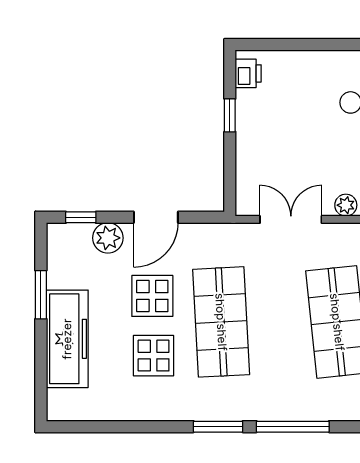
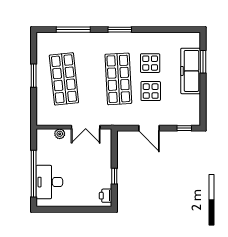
door: (156, 217) -> (149, 128), swing flipped
plant: (108, 238) -> (172, 118), removed
window: (41, 295) -> (203, 62), moved
window: (293, 427) -> (73, 30), moved

